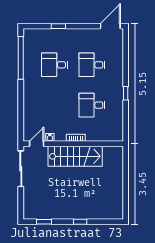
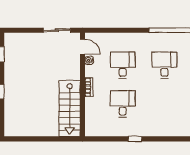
desk: (92, 65) -> (123, 65), moved
stairs: (75, 156) -> (70, 108), moved
sliding door: (21, 169) -> (57, 30), width x0.73

